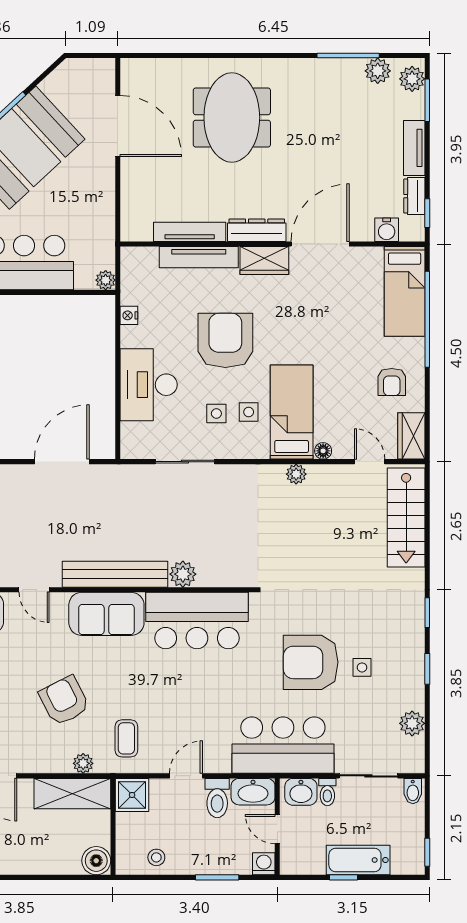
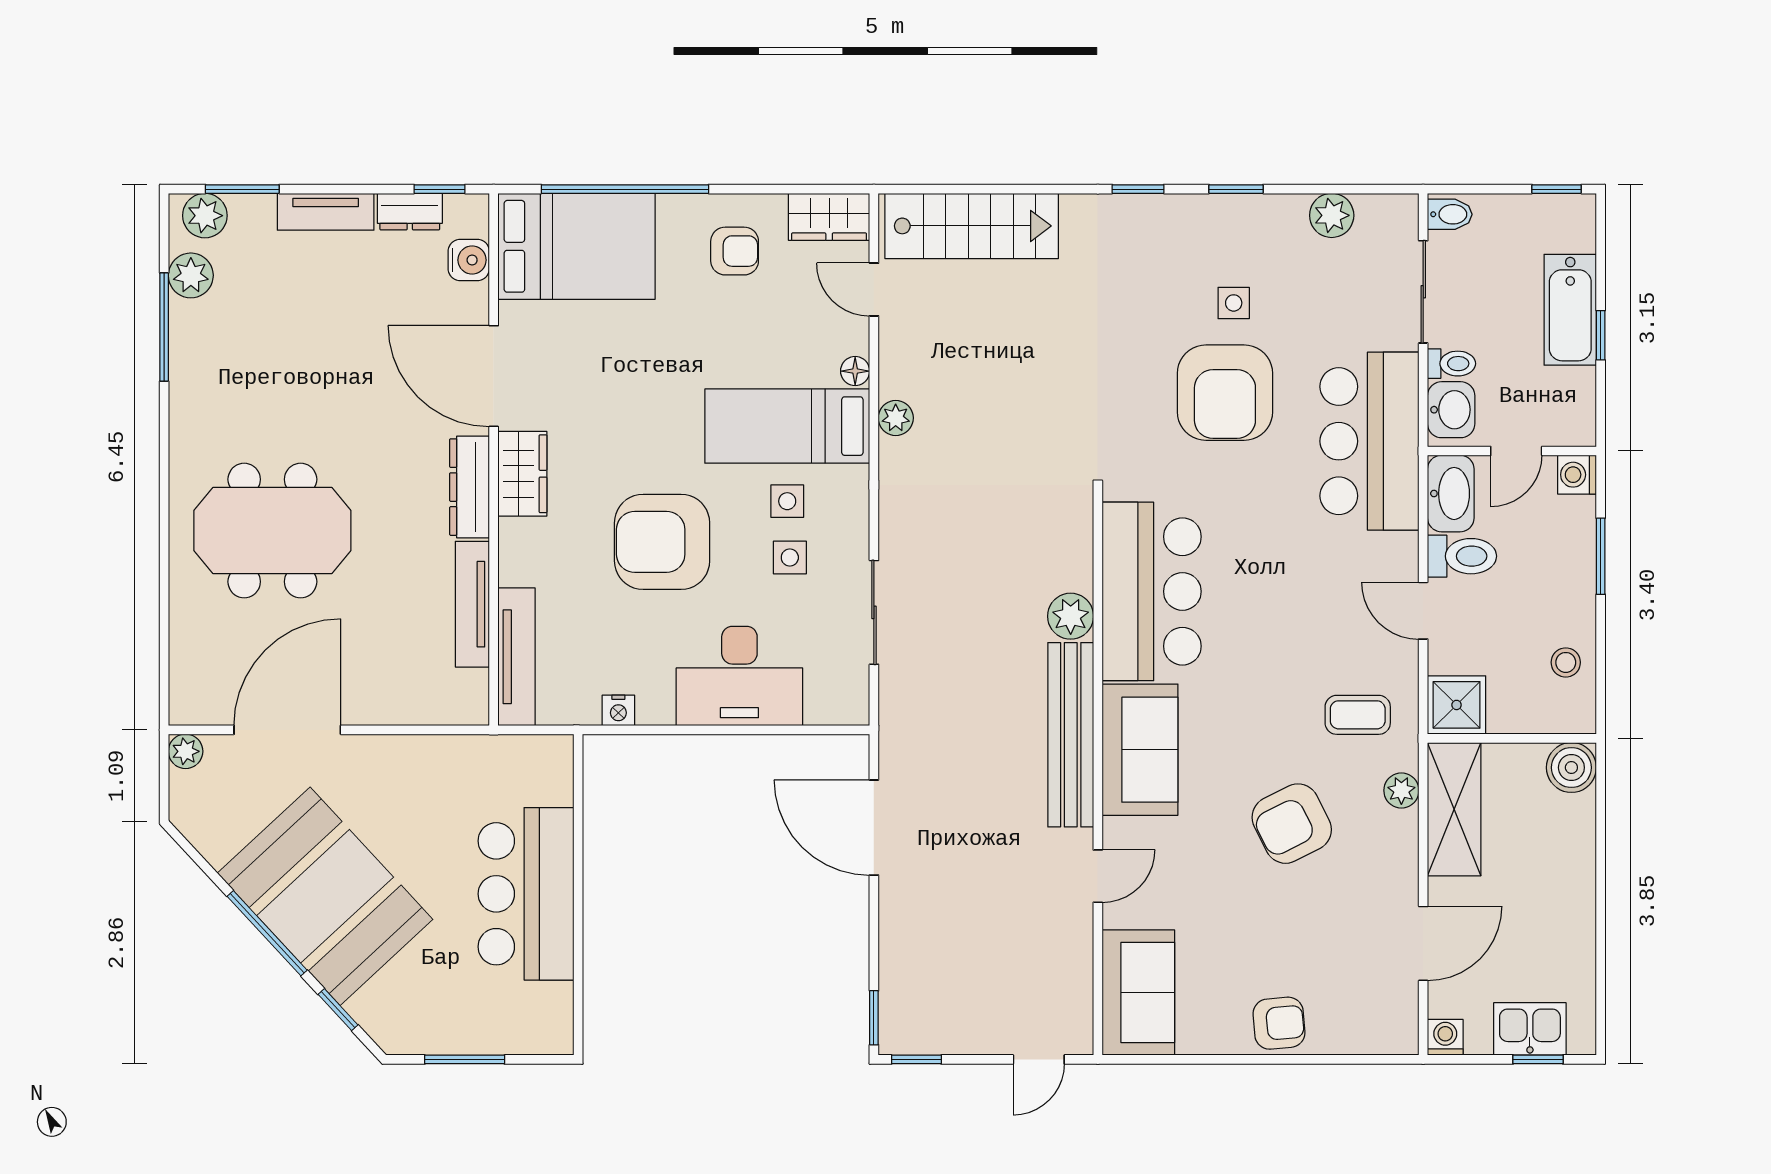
tv unit: (199, 257) -> (517, 657), moved
plant: (106, 280) -> (186, 751), moved
bed: (405, 291) -> (576, 246), width x1.50
door: (370, 462) -> (874, 290), hinge flipped

